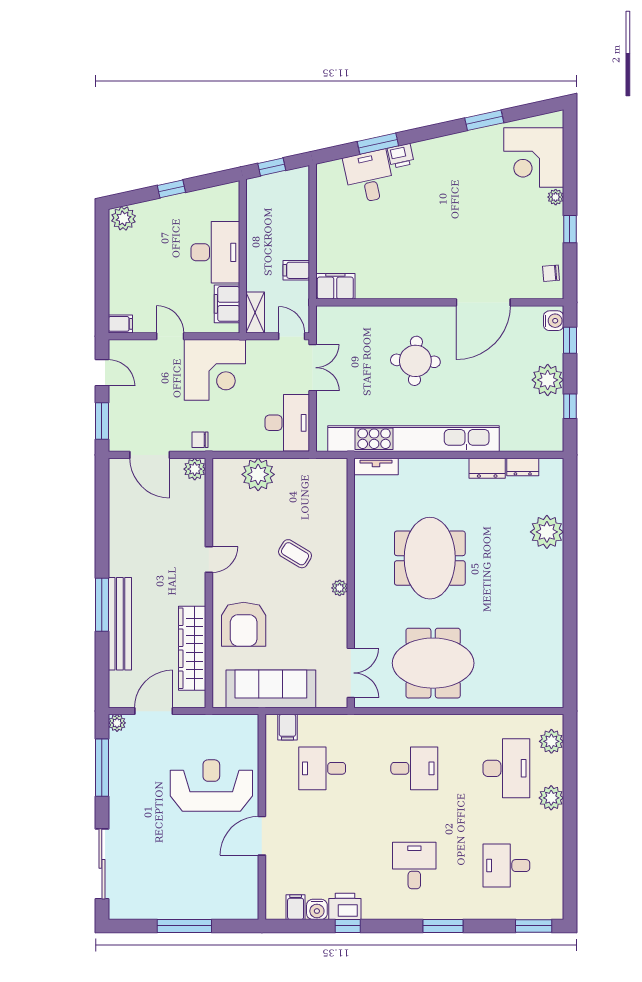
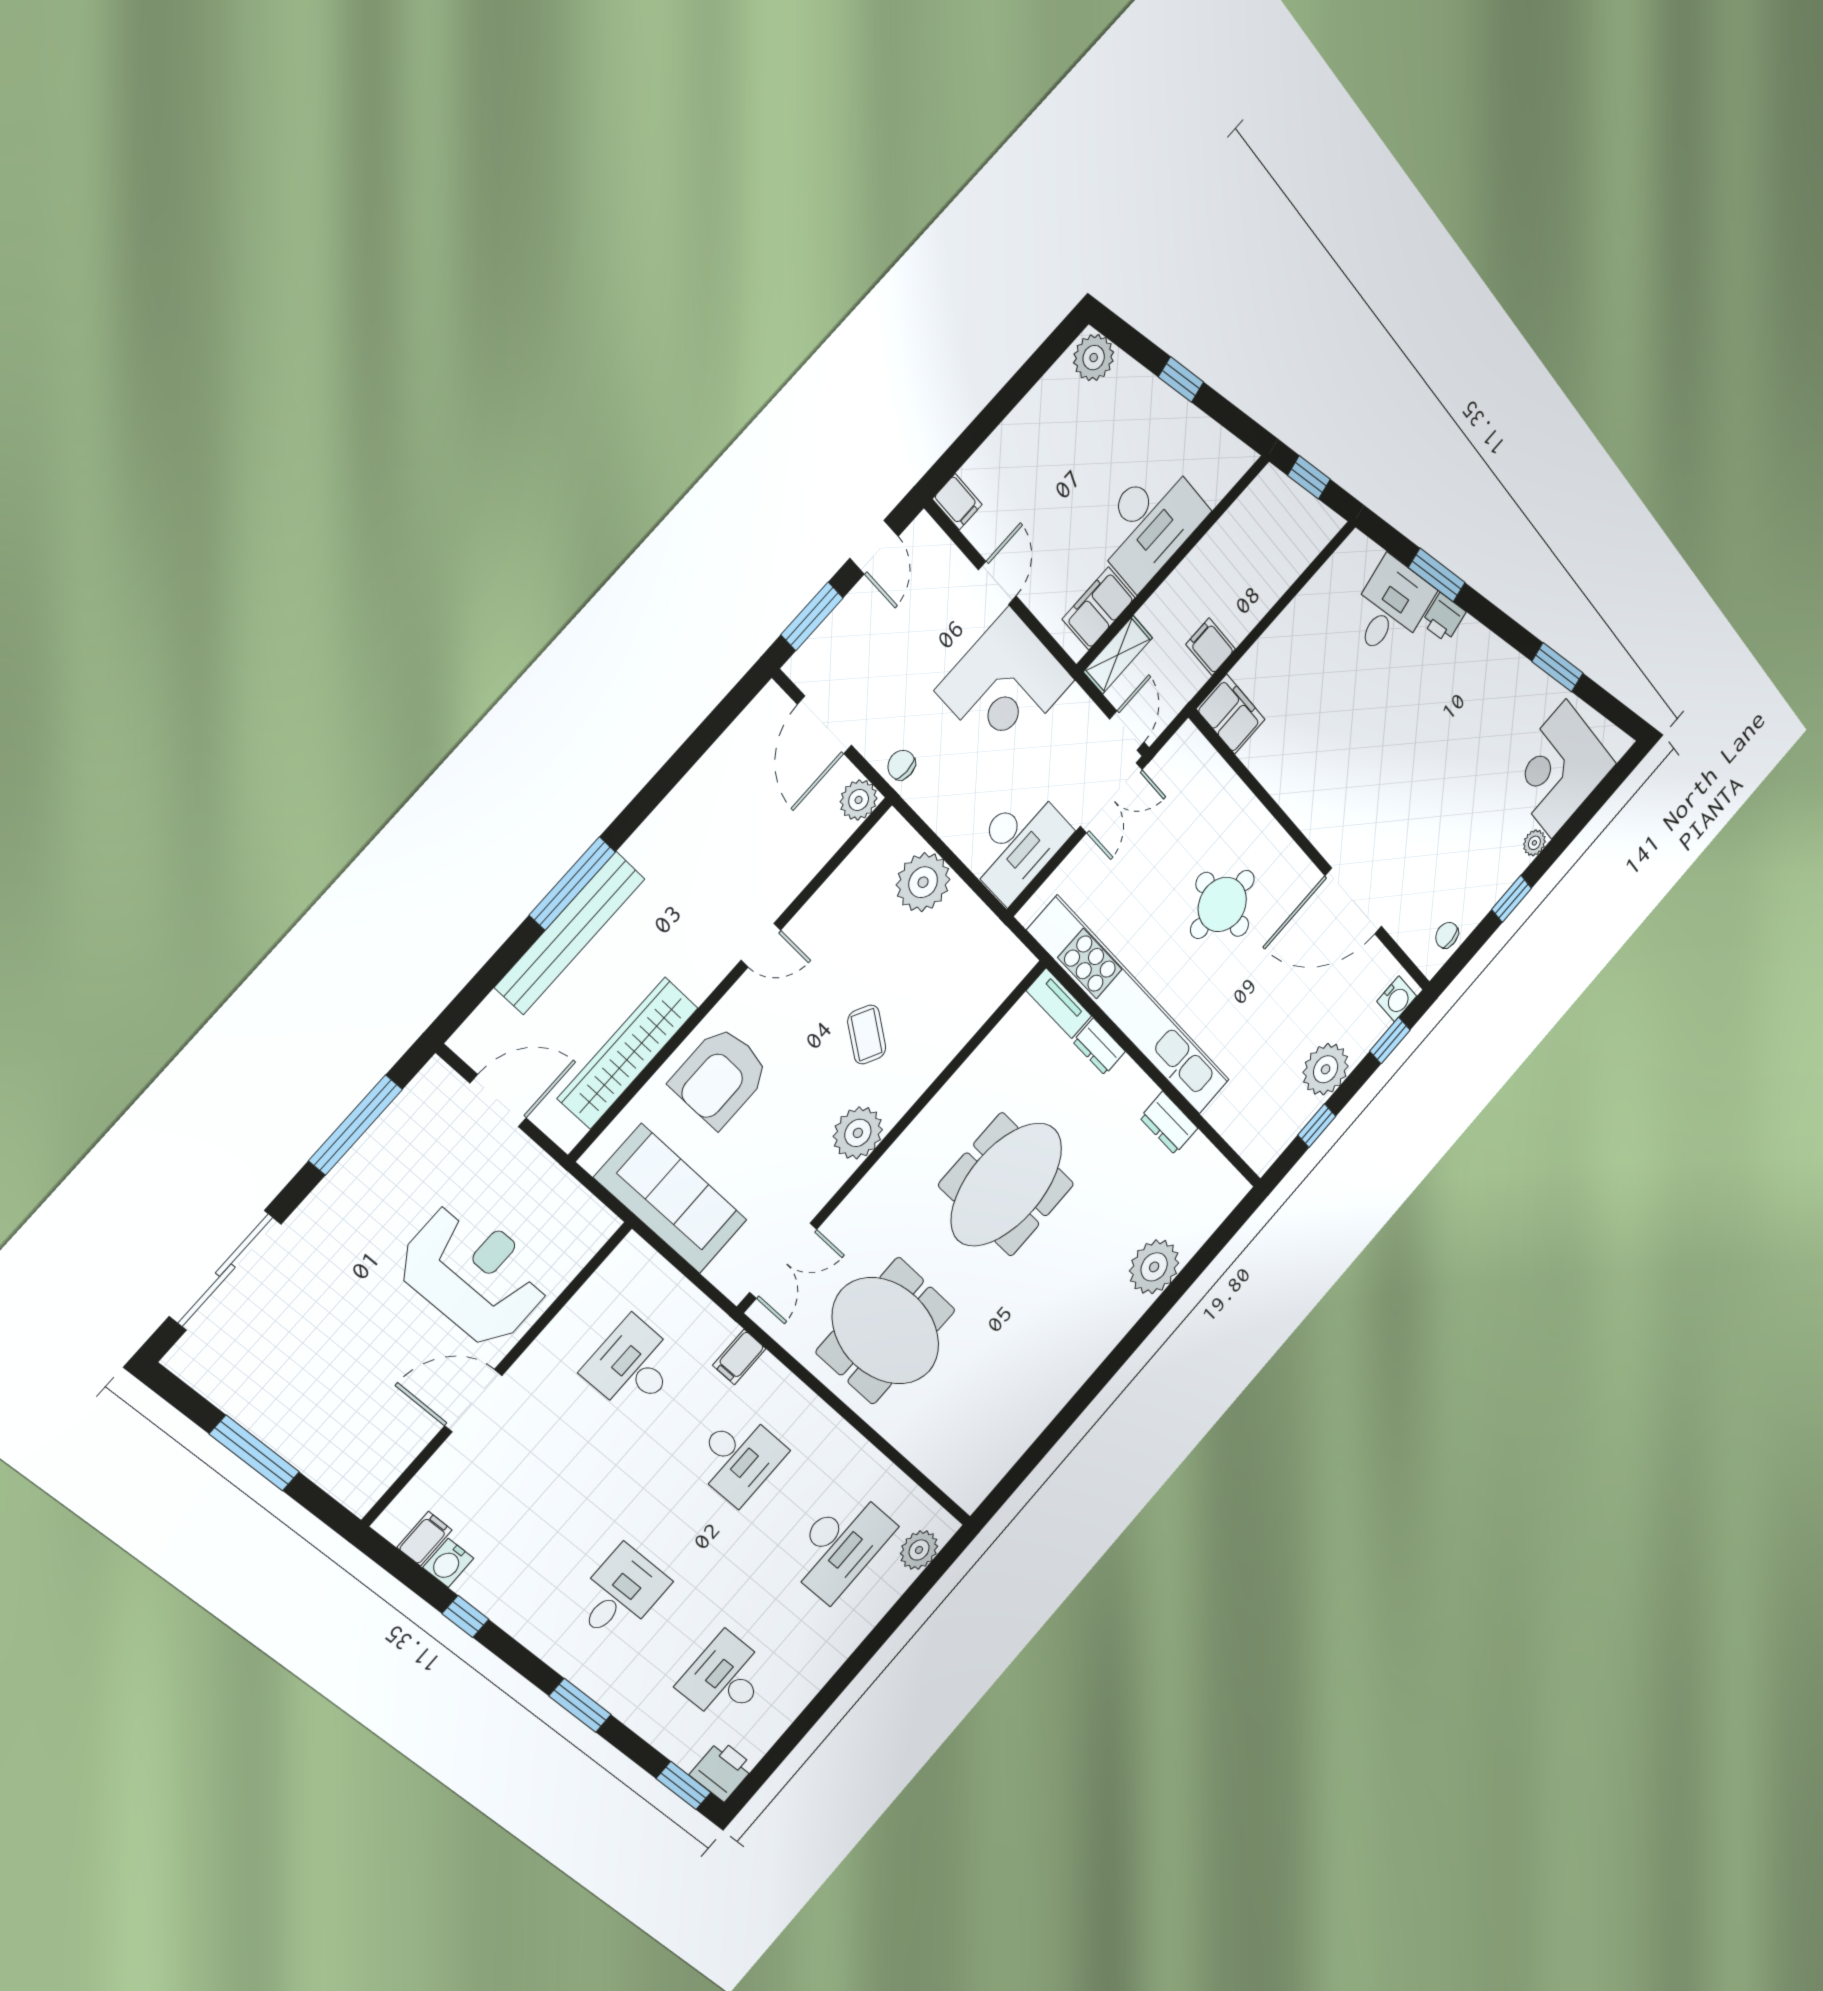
dresser: (523, 467) -> (1099, 1047), moved
plant: (340, 588) -> (858, 1133), width x1.87, depth x1.87
plant: (117, 723) -> (435, 1076), removed
filing cabinet: (287, 727) -> (739, 1357), moved
plant: (551, 798) -> (853, 1626), removed
printer: (345, 906) -> (722, 1771), moved

